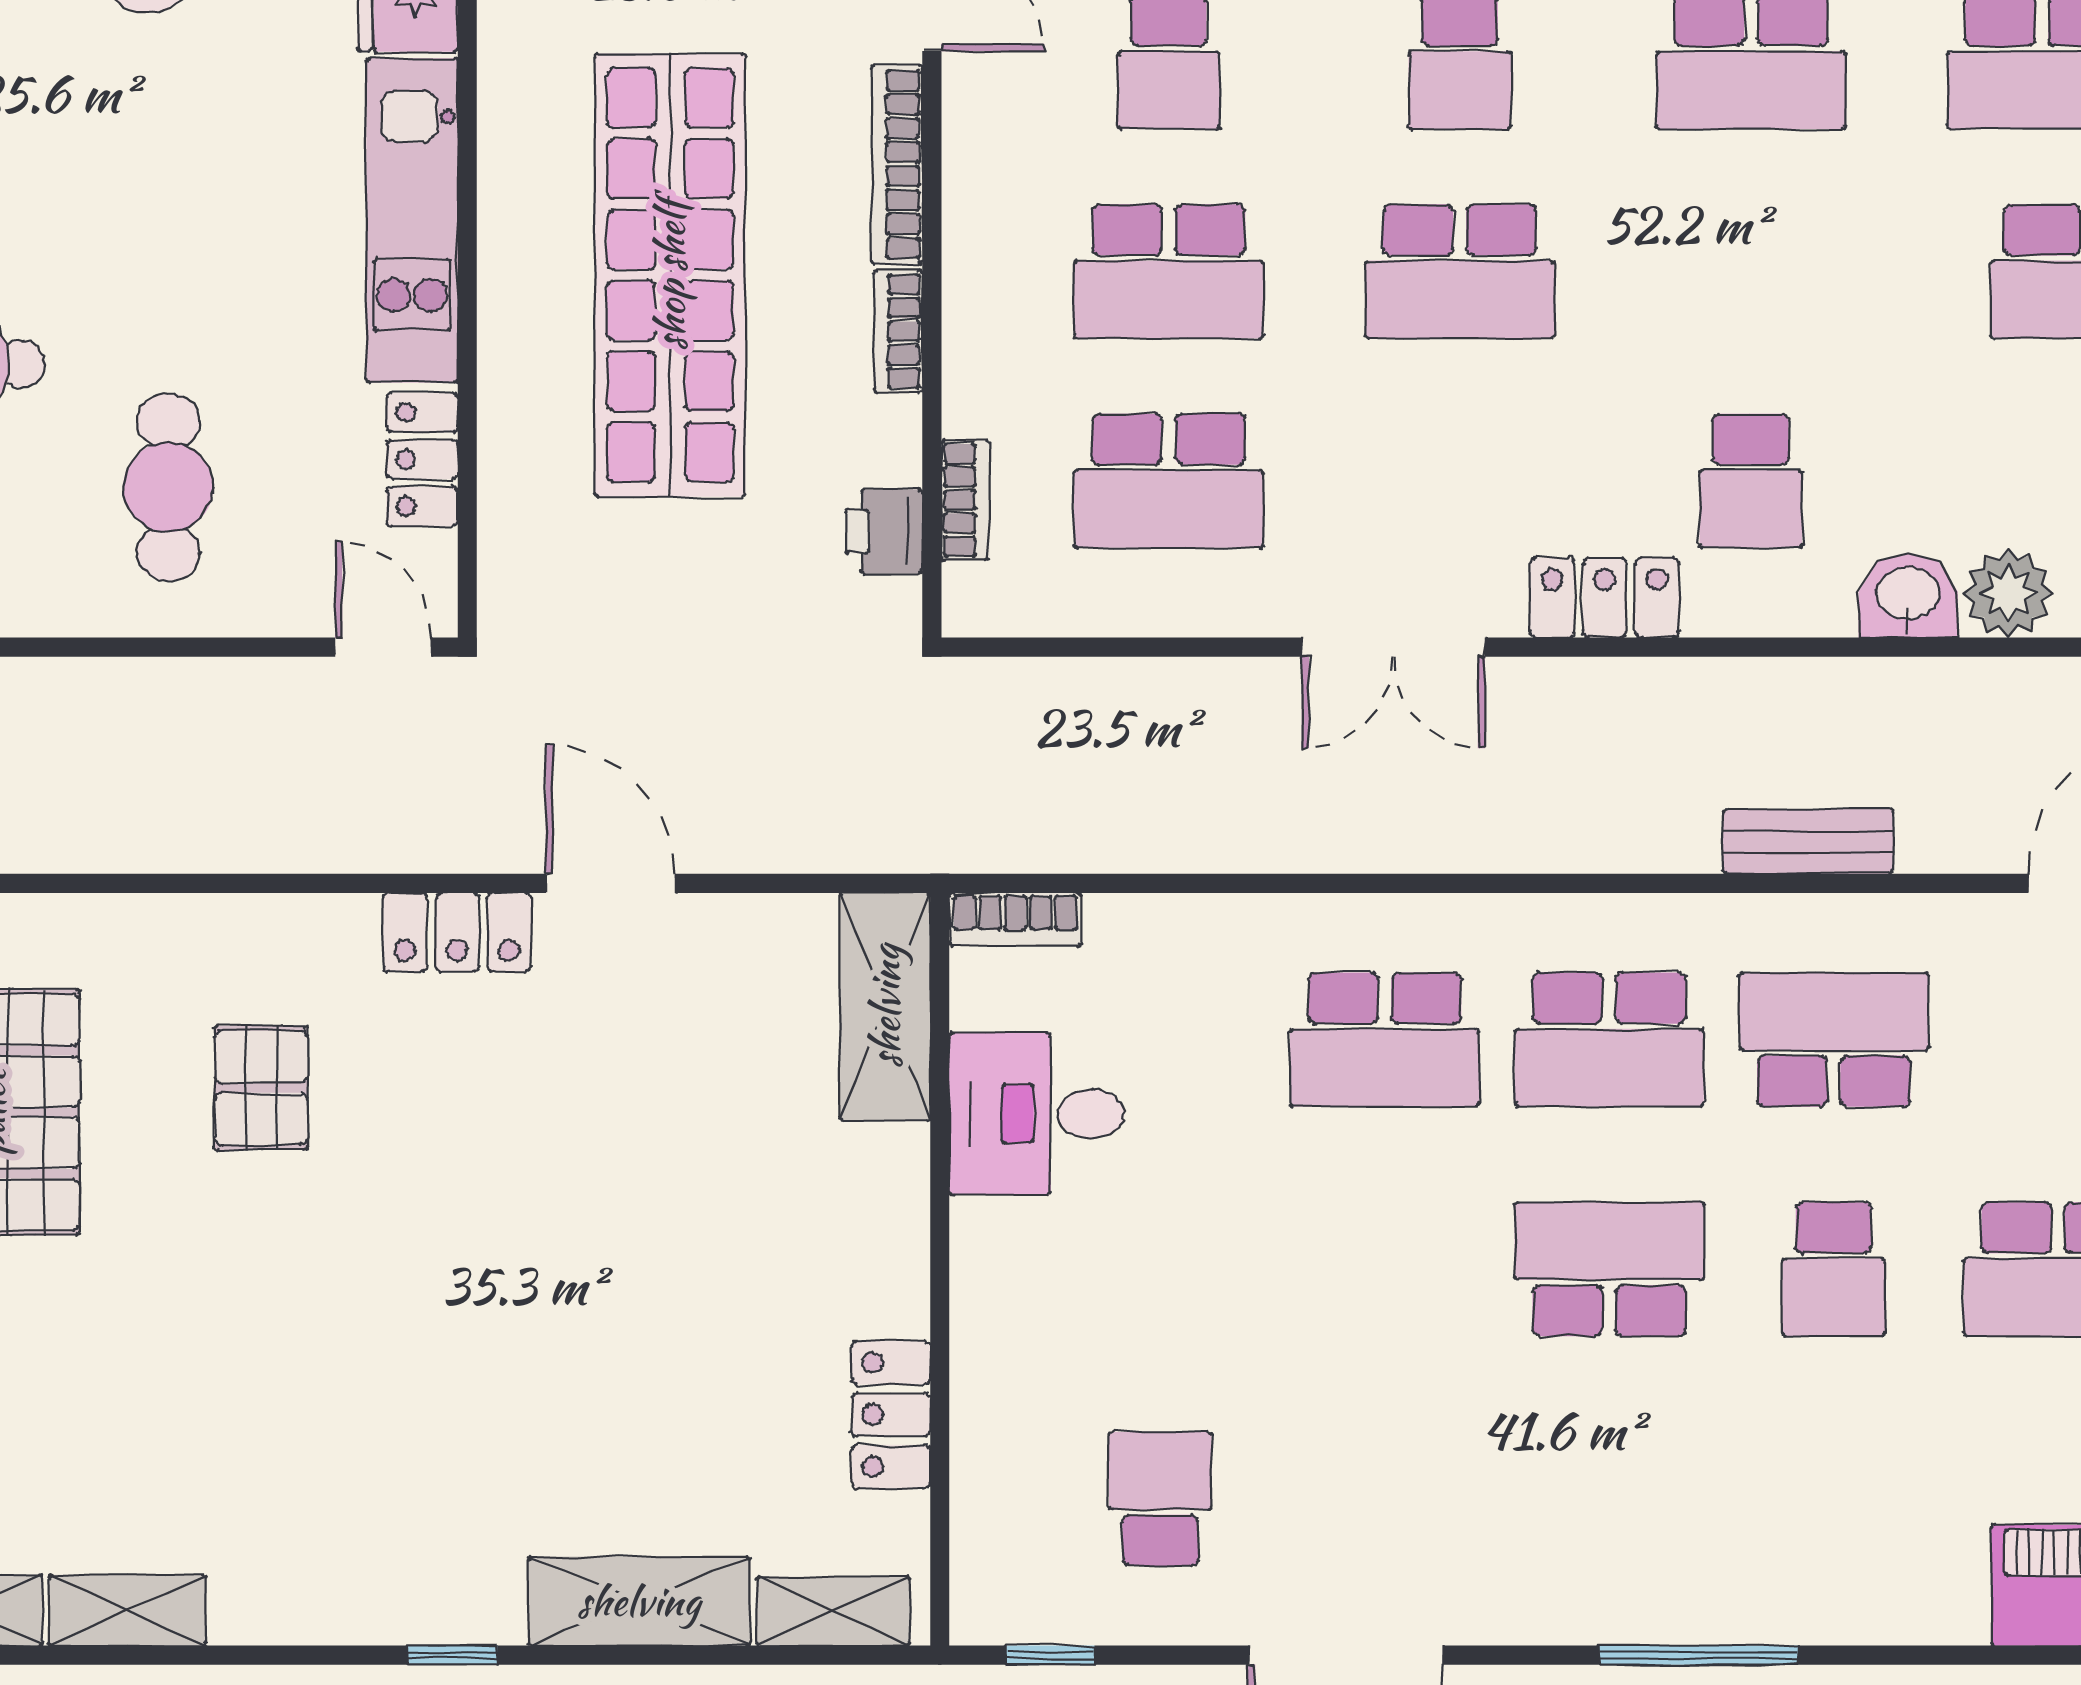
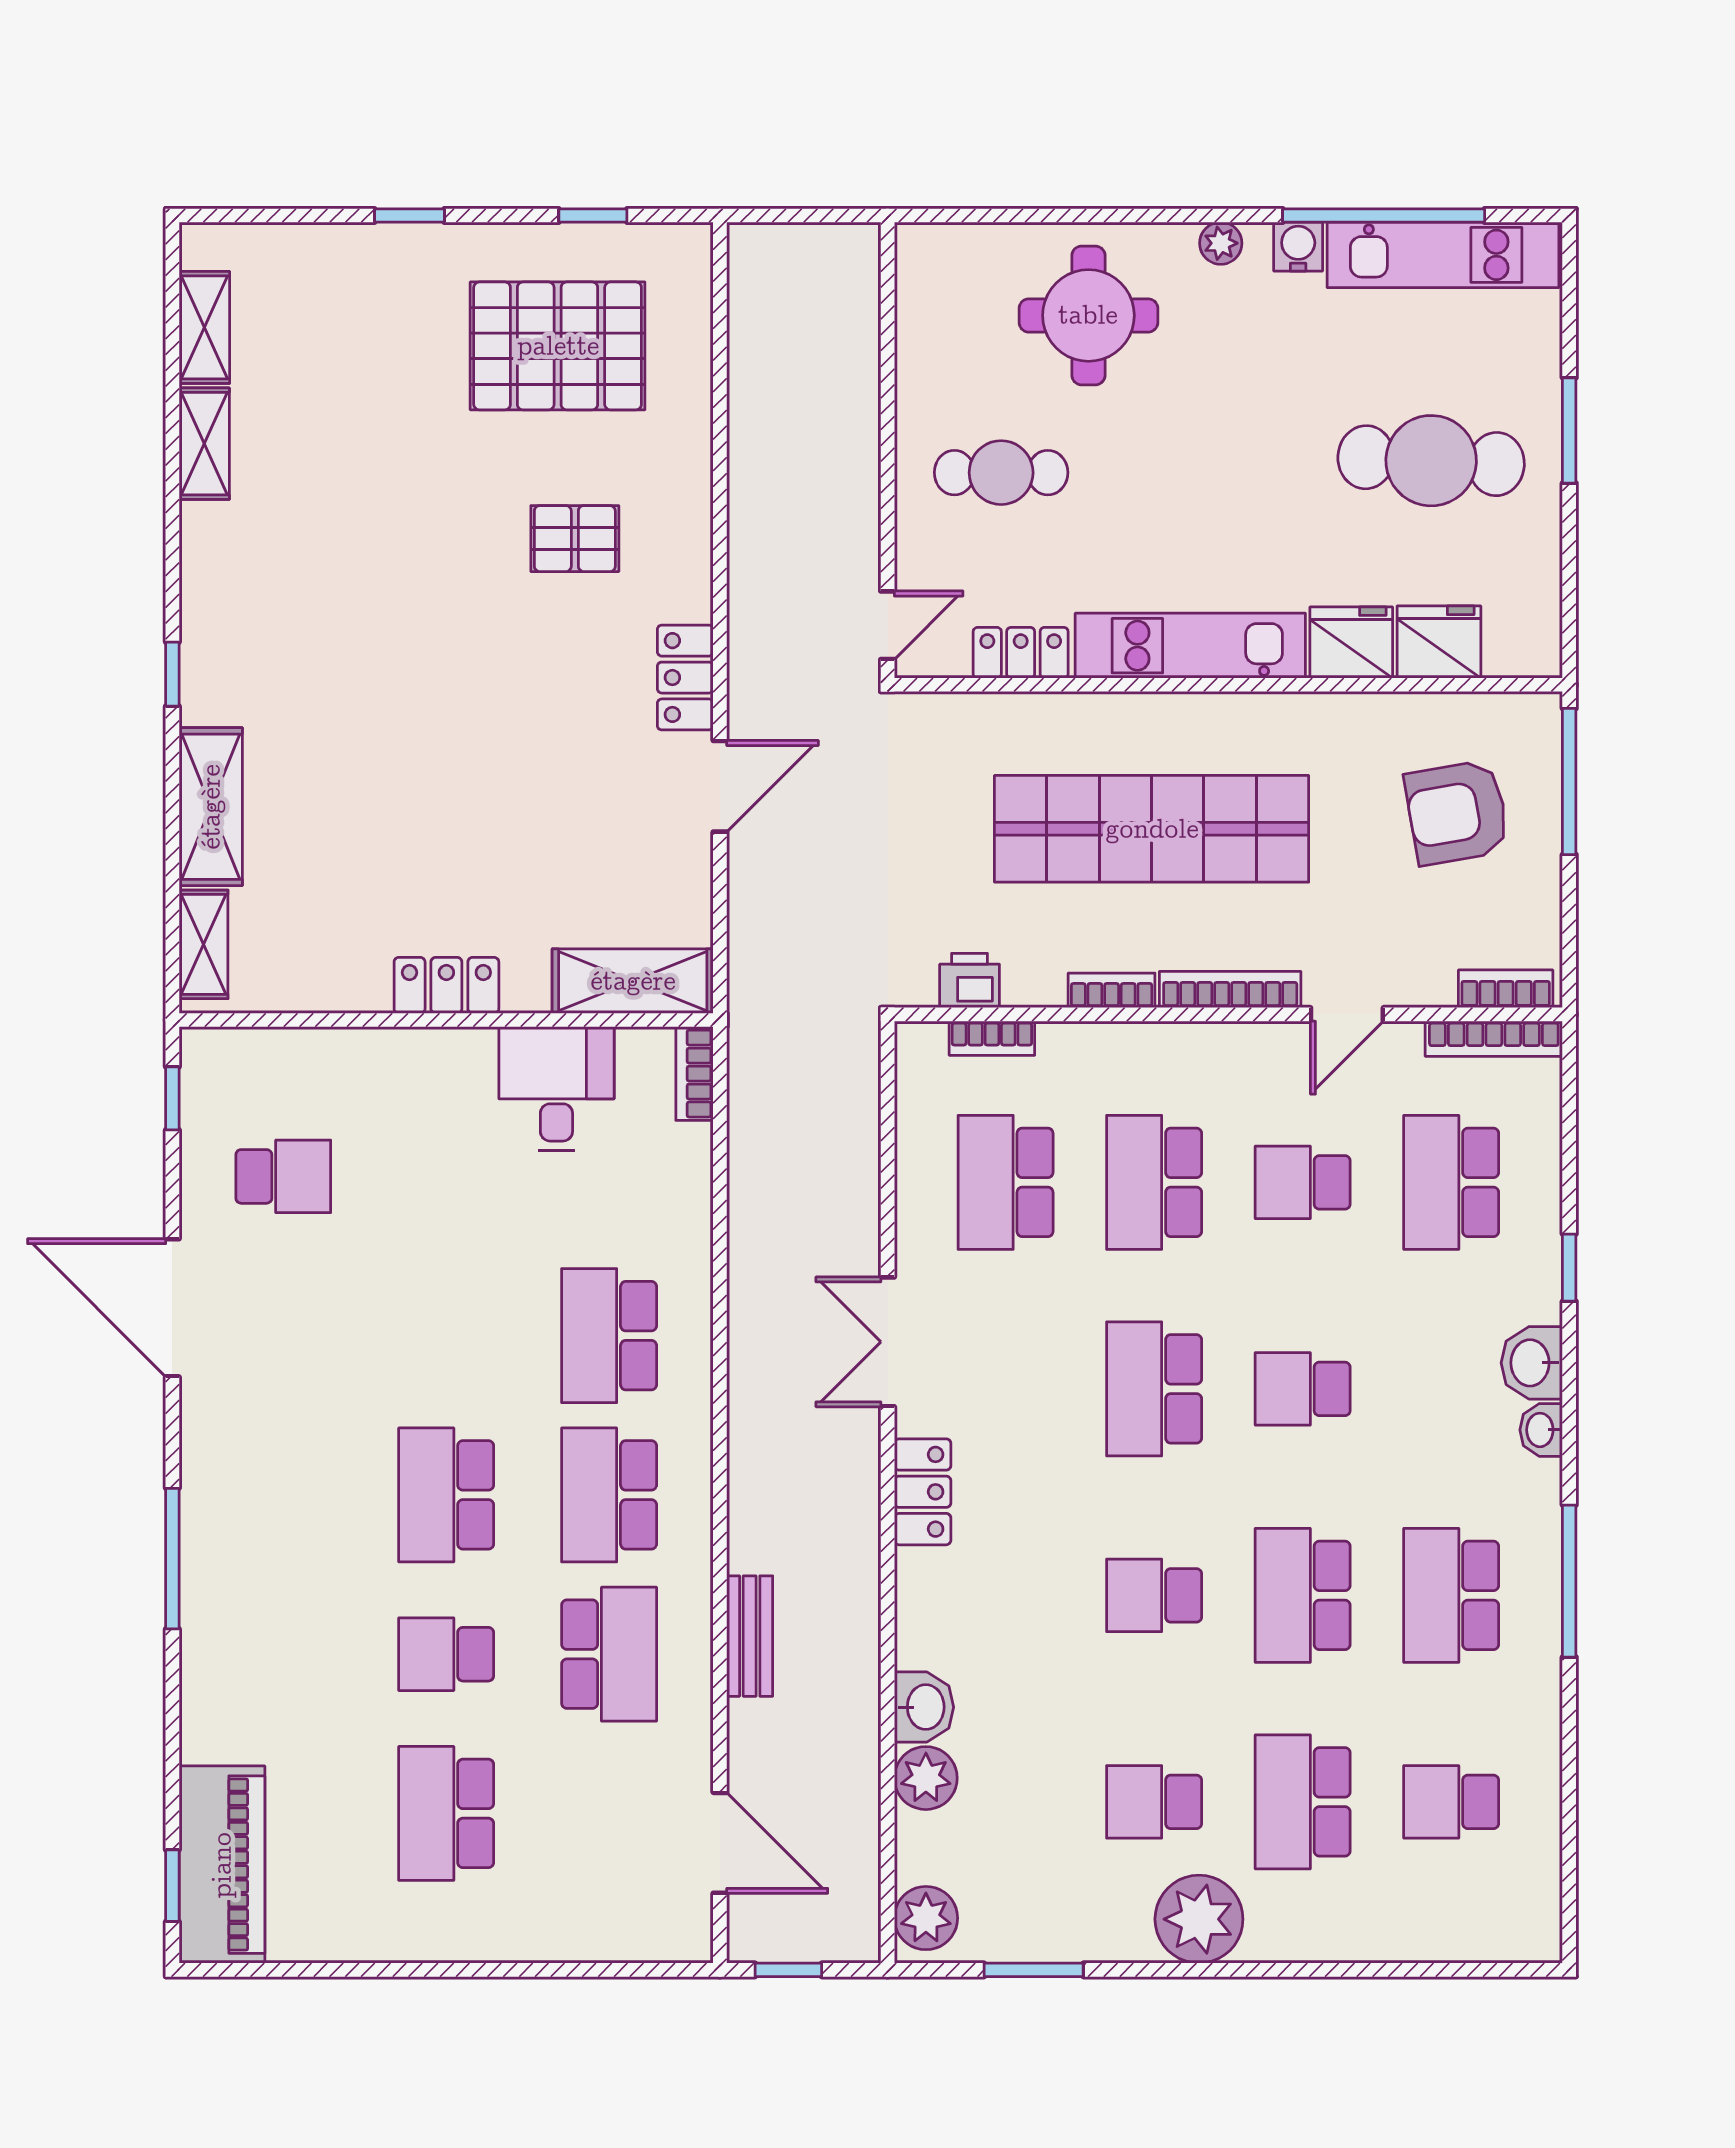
school desk: (1751, 481) -> (1154, 1595), moved
school desk: (1609, 1269) -> (446, 1495), turned 180
locker: (891, 1415) -> (446, 985), moved

